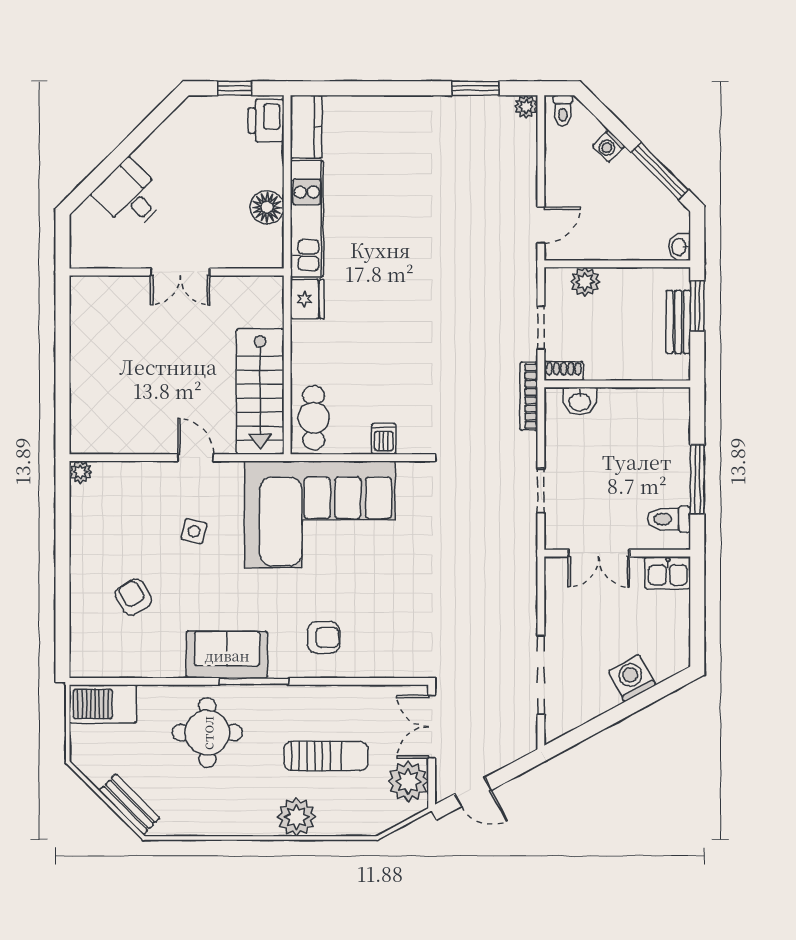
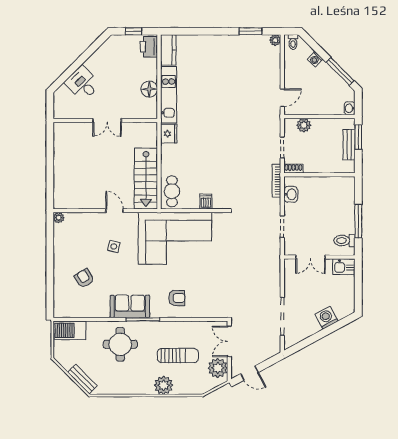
washbasin: (580, 401) -> (291, 194), moved, turned -90

